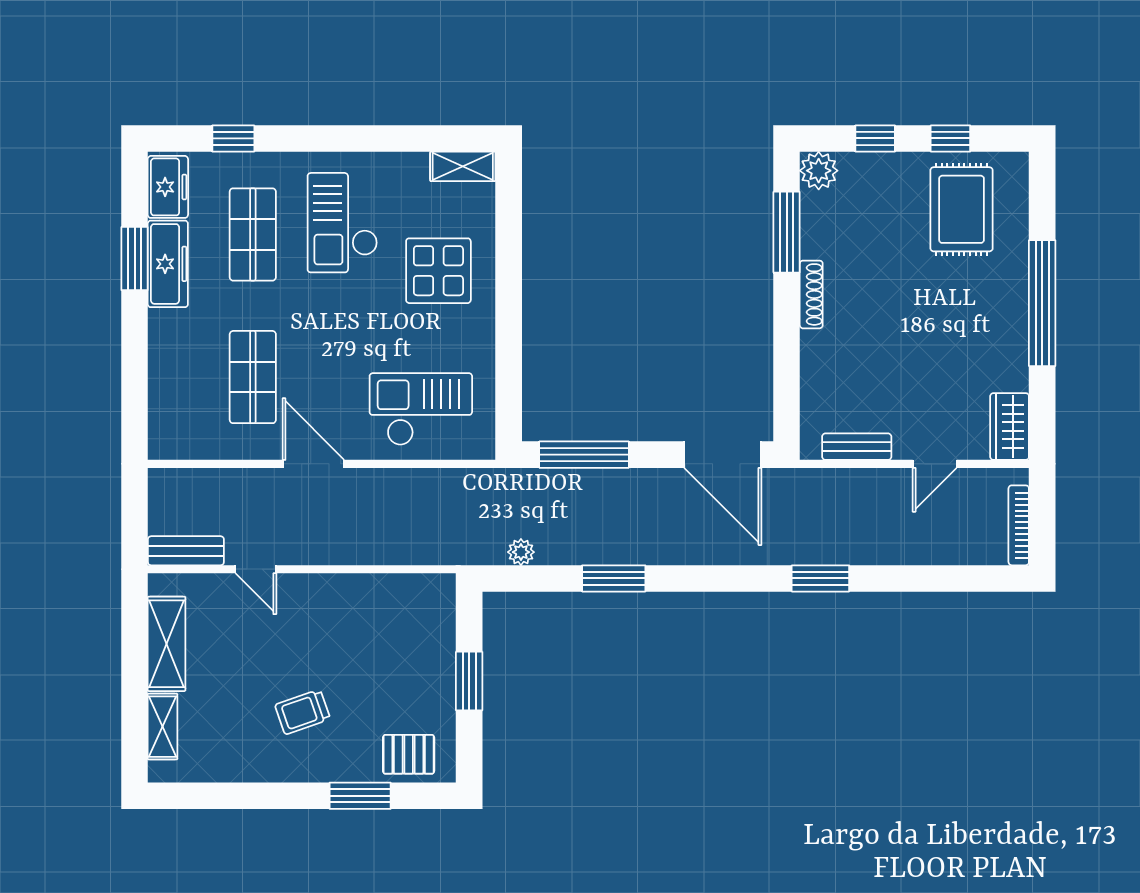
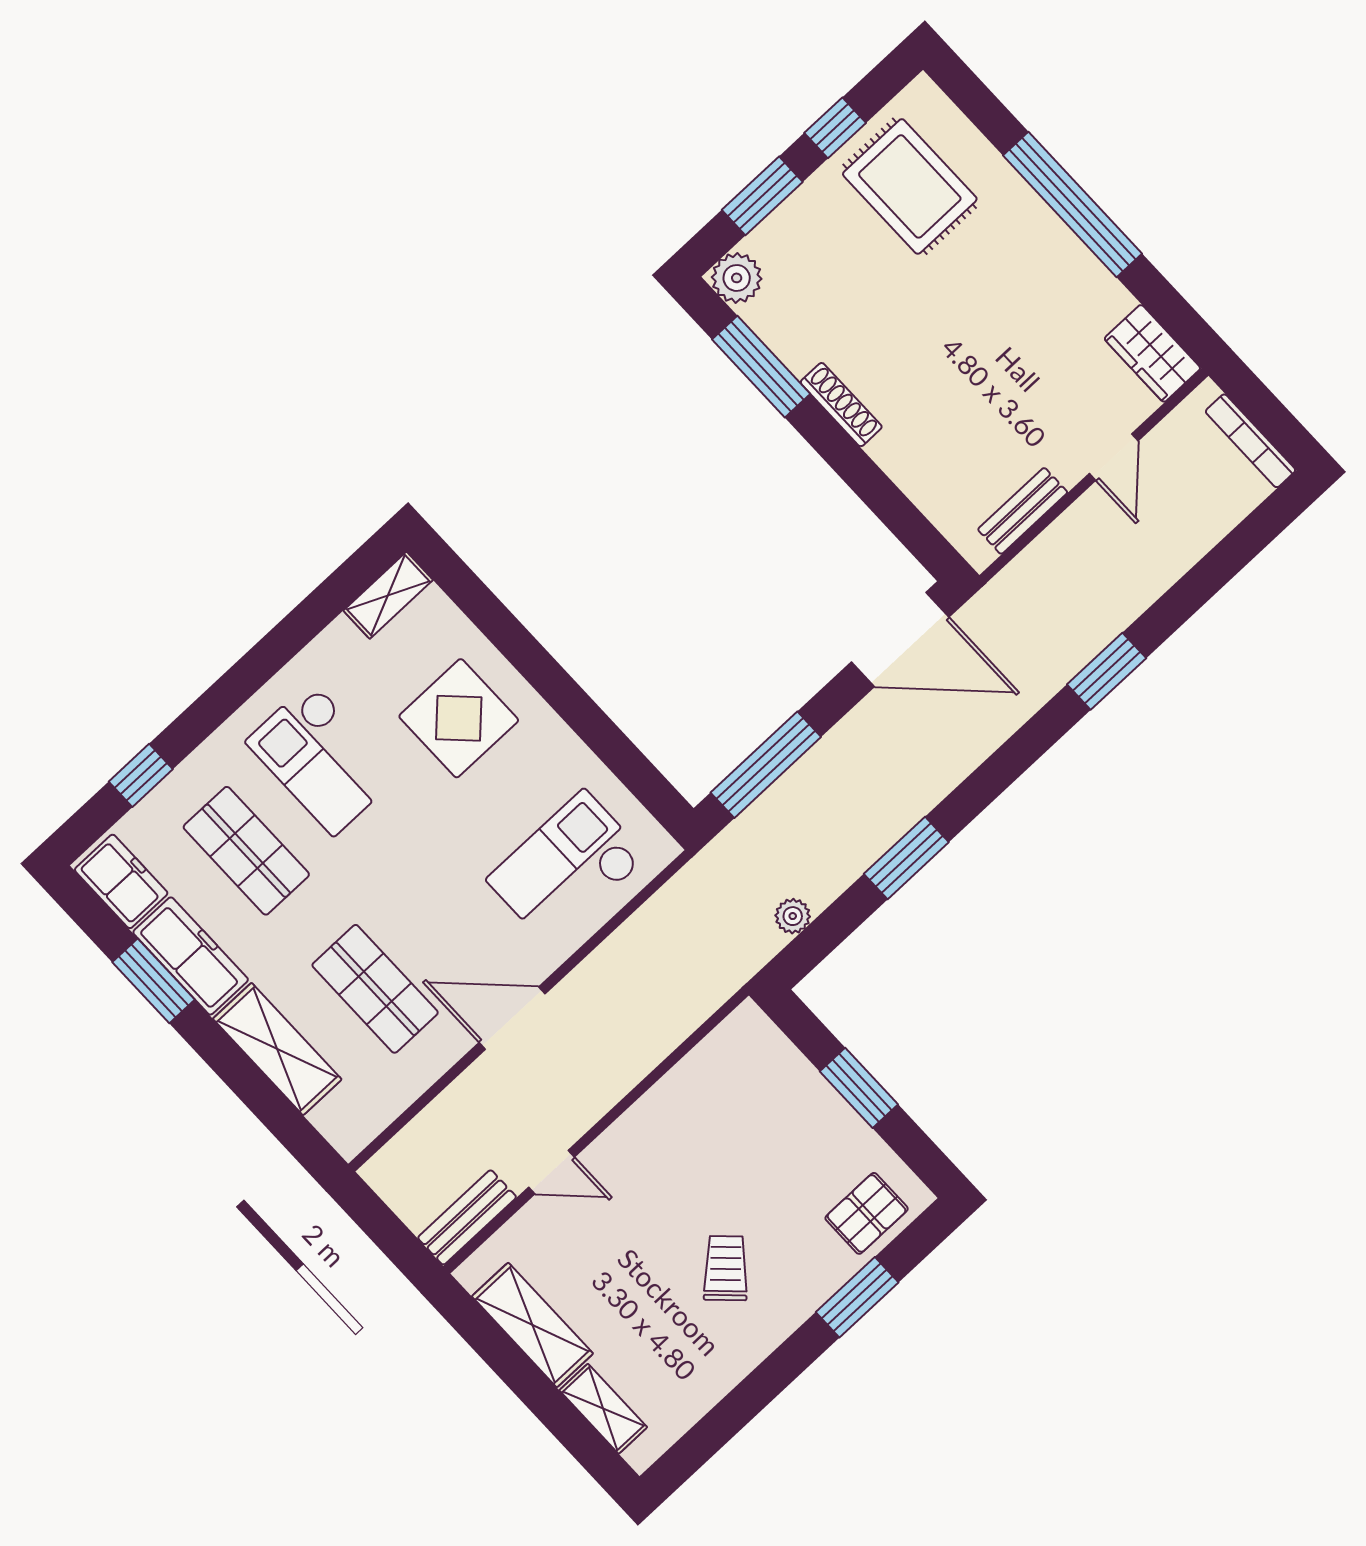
window: (875, 138) -> (762, 196), width x1.50
shelving: (168, 360) -> (277, 1049), added
trolley: (303, 712) -> (726, 1268), turned 153

